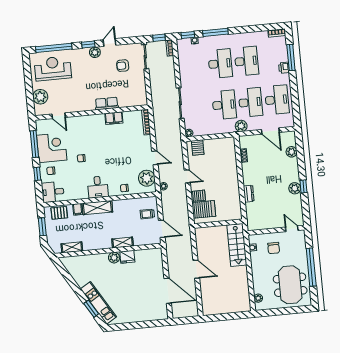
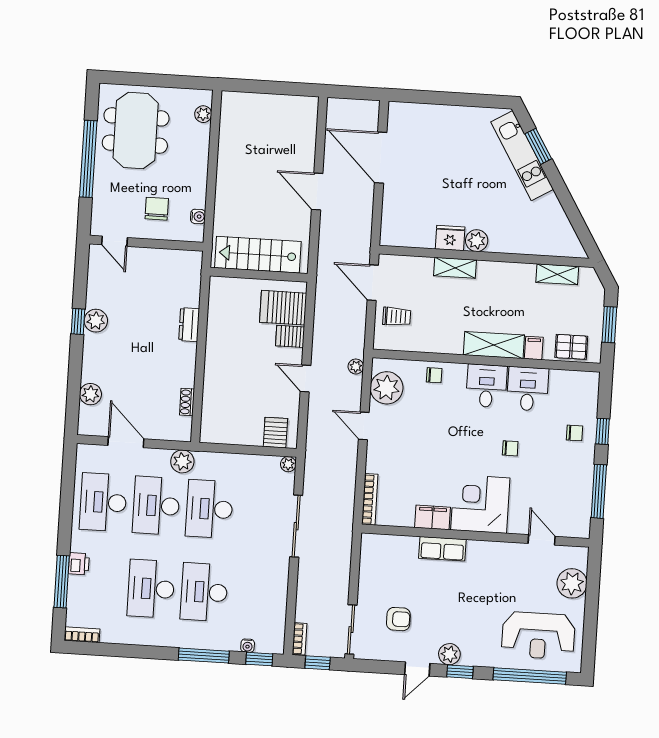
corner desk: (52, 148) -> (480, 504), moved, turned 90
desk: (53, 192) -> (528, 389), moved, turned -90
stairs: (237, 245) -> (258, 255), moved, turned -90

